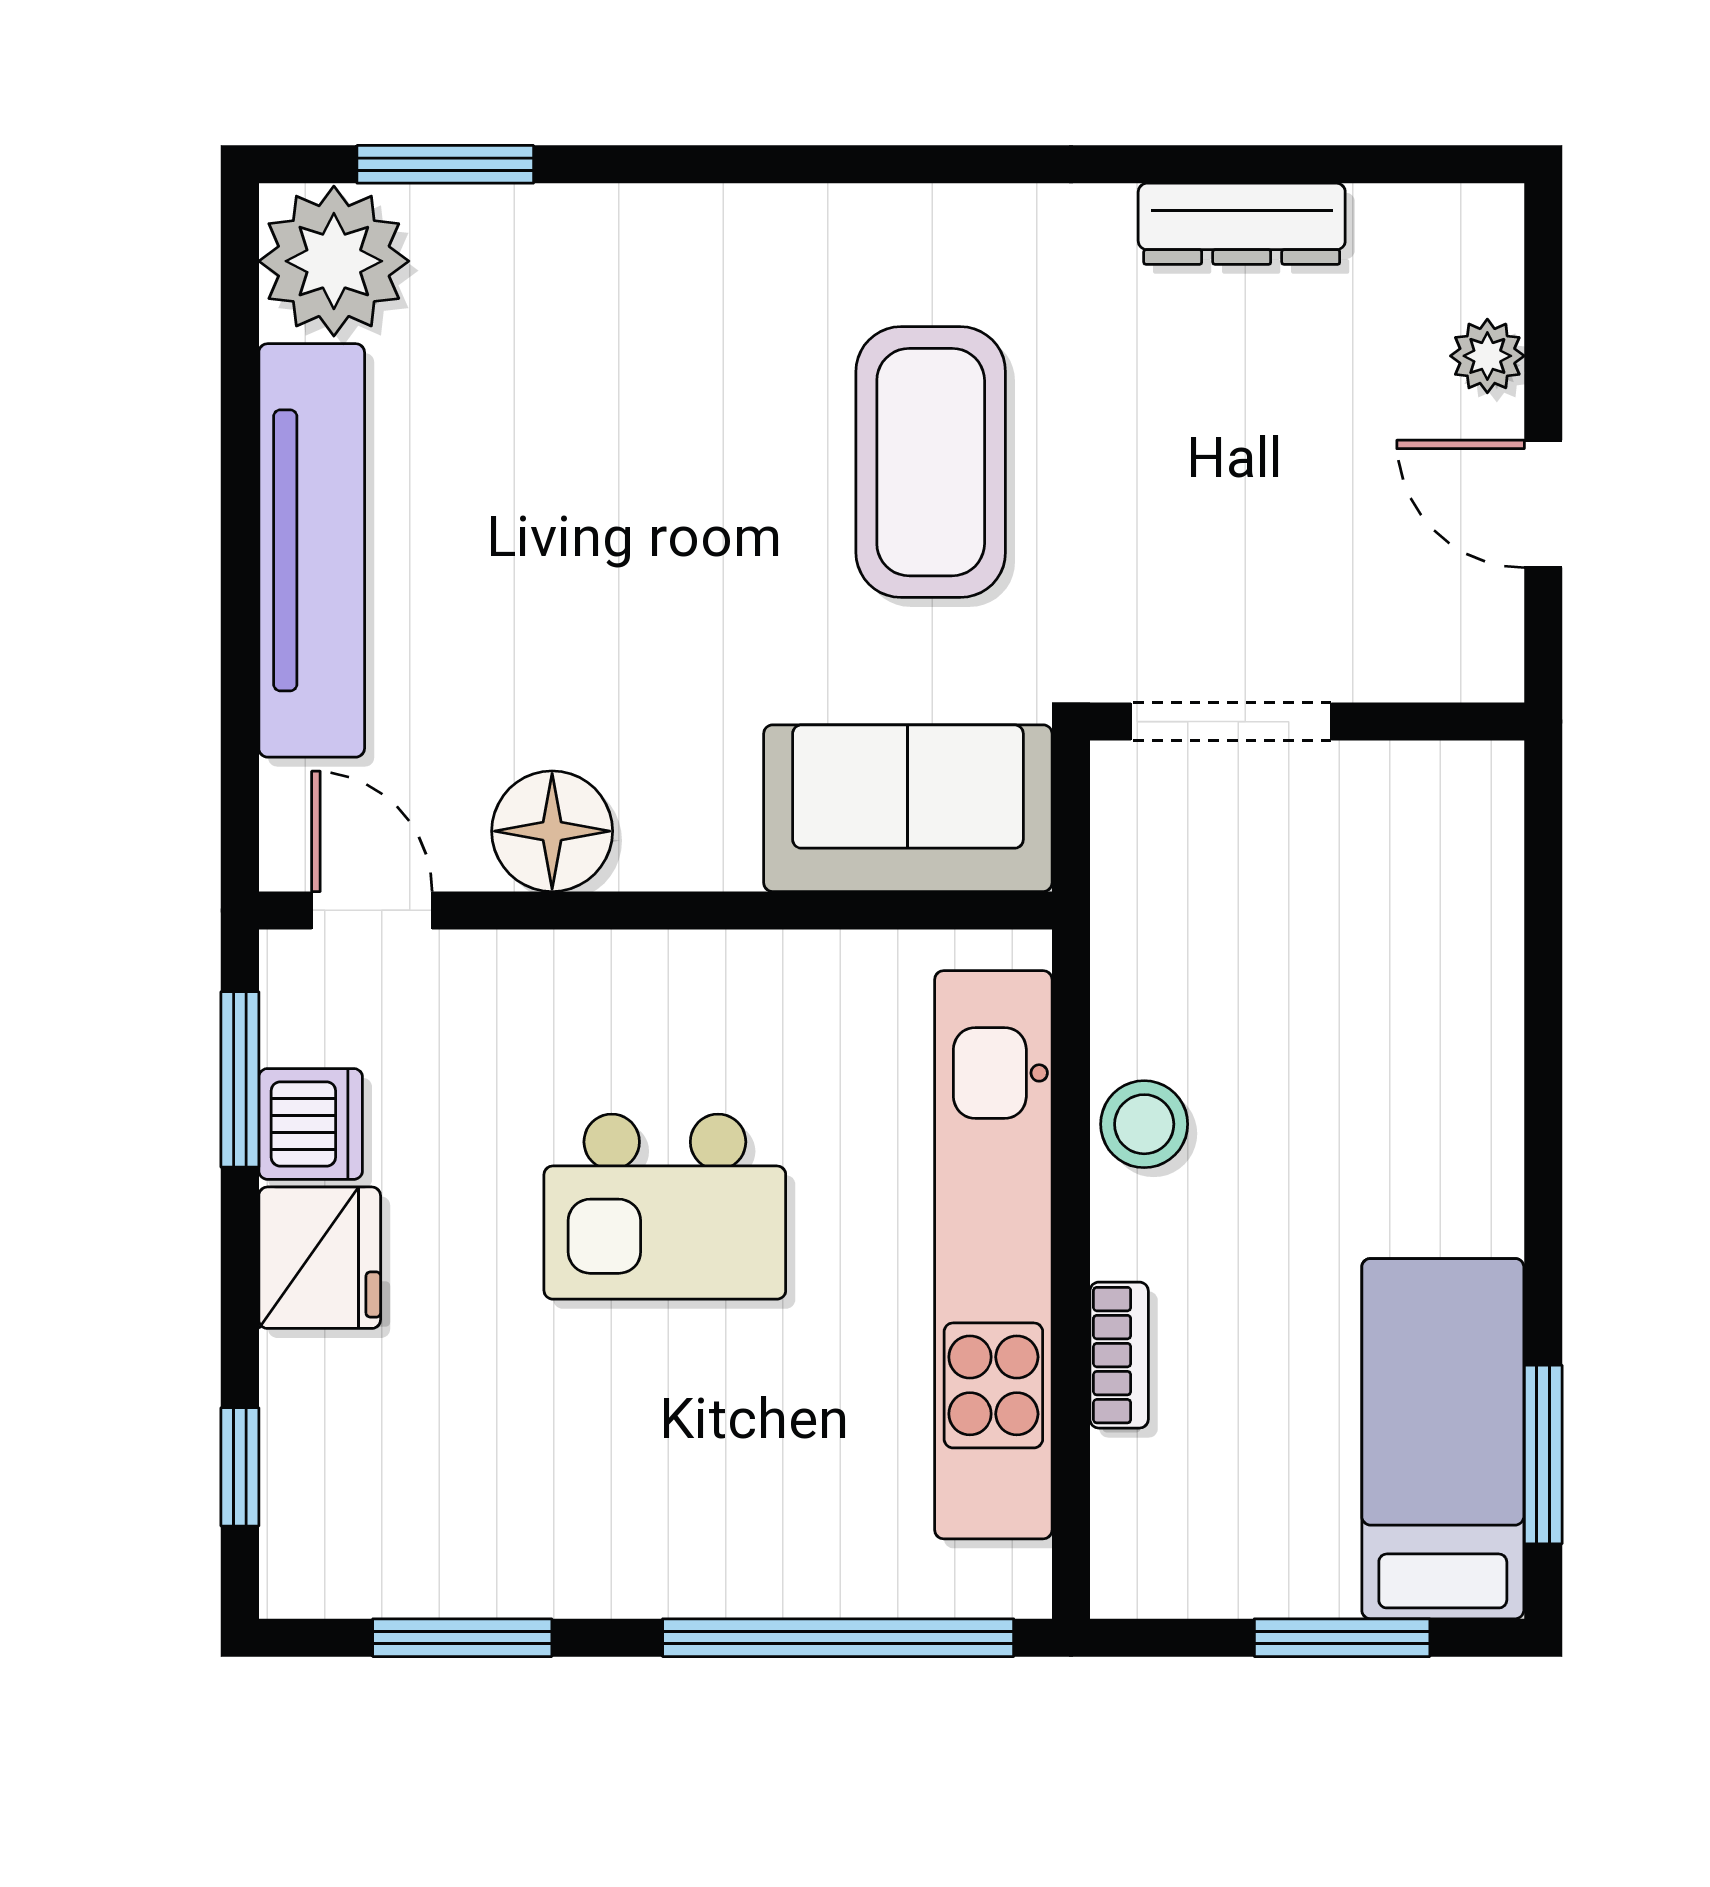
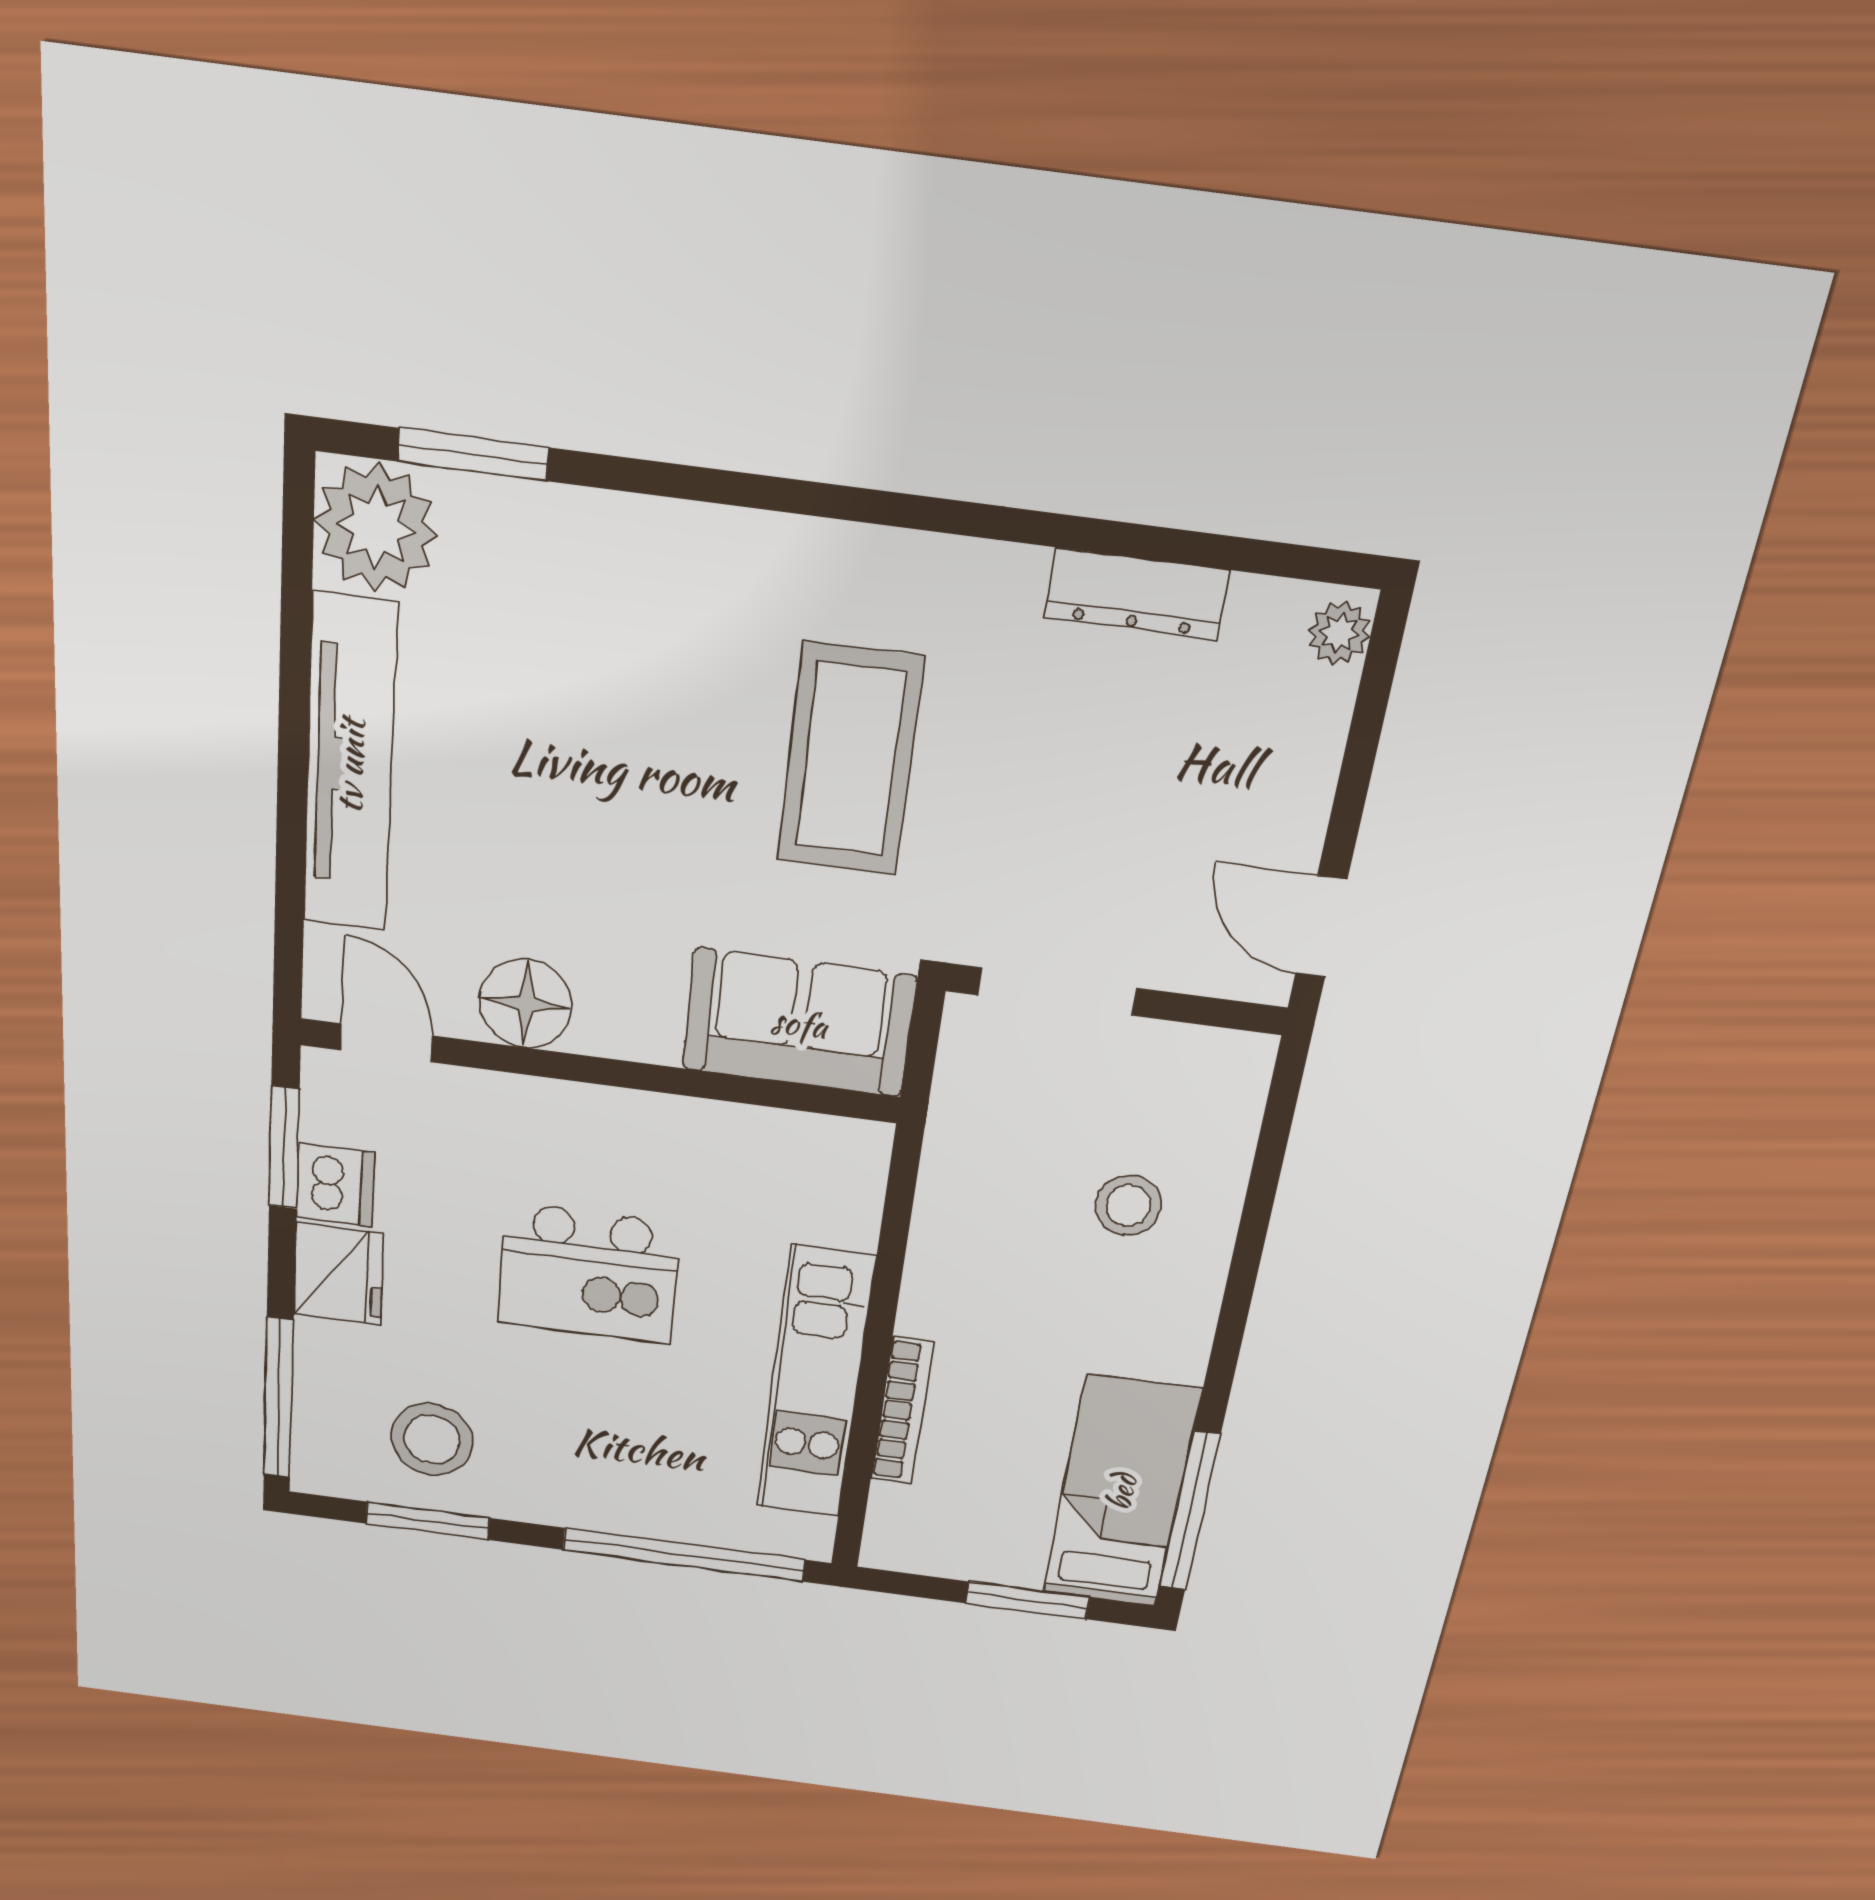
plant: (1487, 356) -> (1339, 633), moved
door: (1543, 504) -> (1321, 927), moved
stool: (1144, 1124) -> (1128, 1205), moved
kitchen unit: (993, 1255) -> (815, 1384), width x0.73
bookcase: (1119, 1355) -> (902, 1411), width x1.56
window: (1543, 1454) -> (1189, 1511), width x1.44
window: (240, 1467) -> (279, 1398), width x2.17
stool: (462, 1501) -> (432, 1439), added

